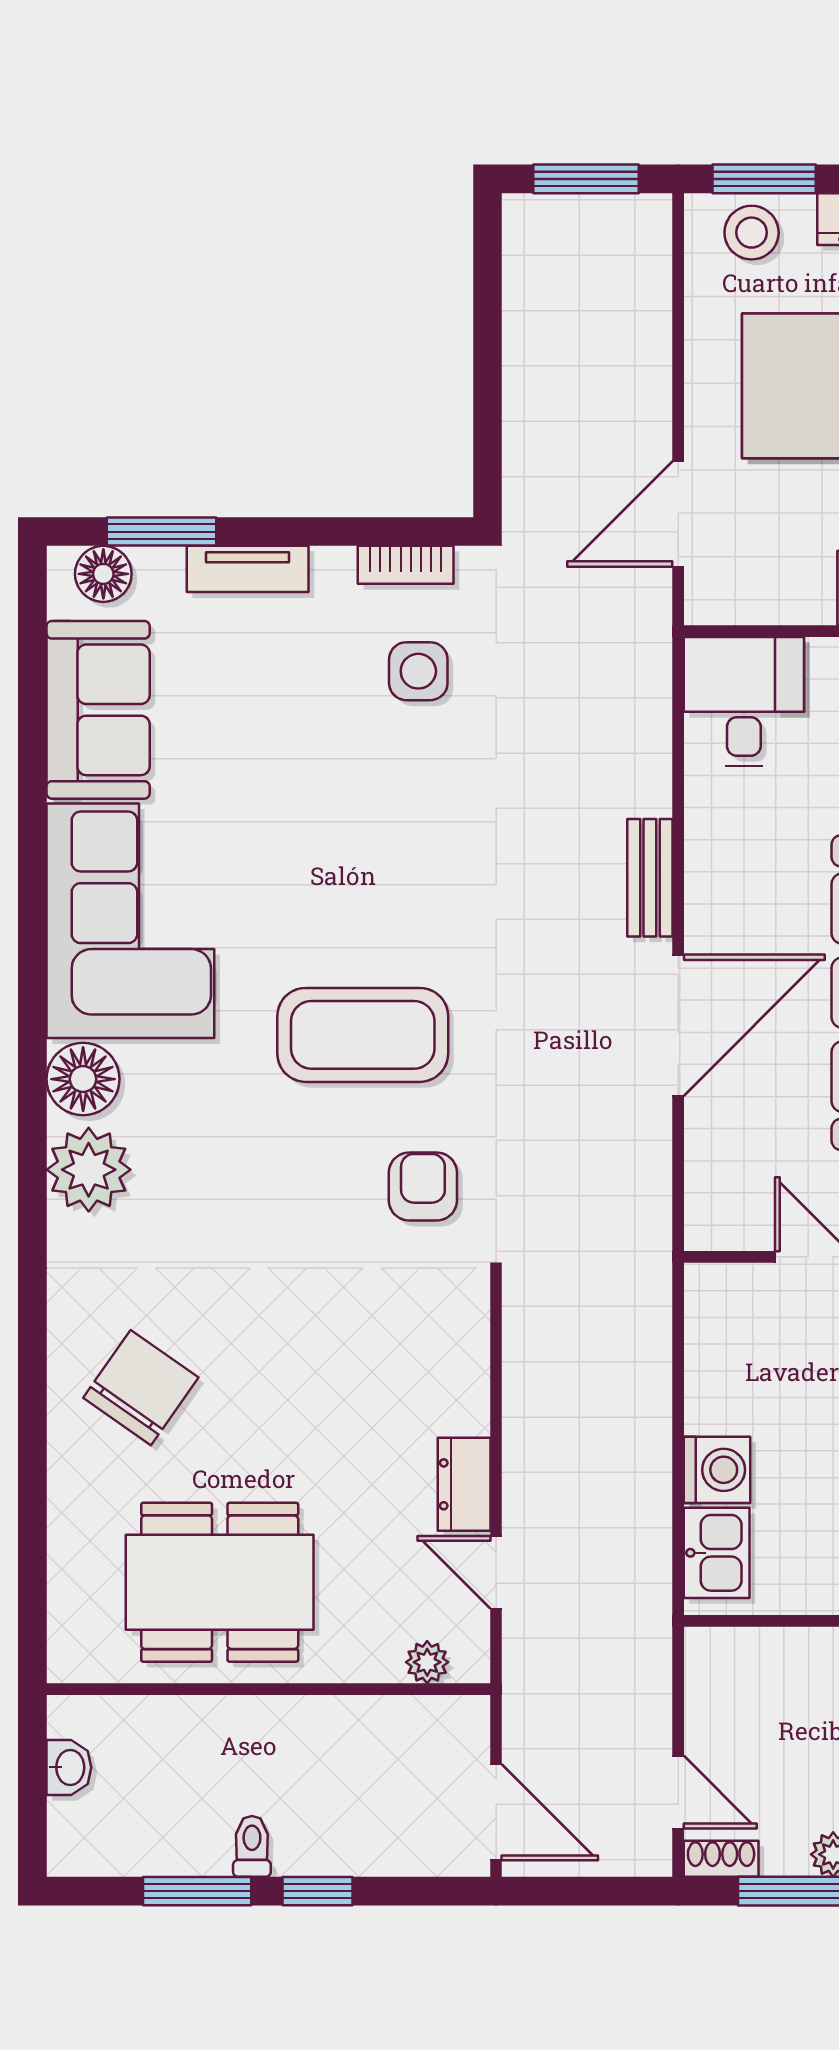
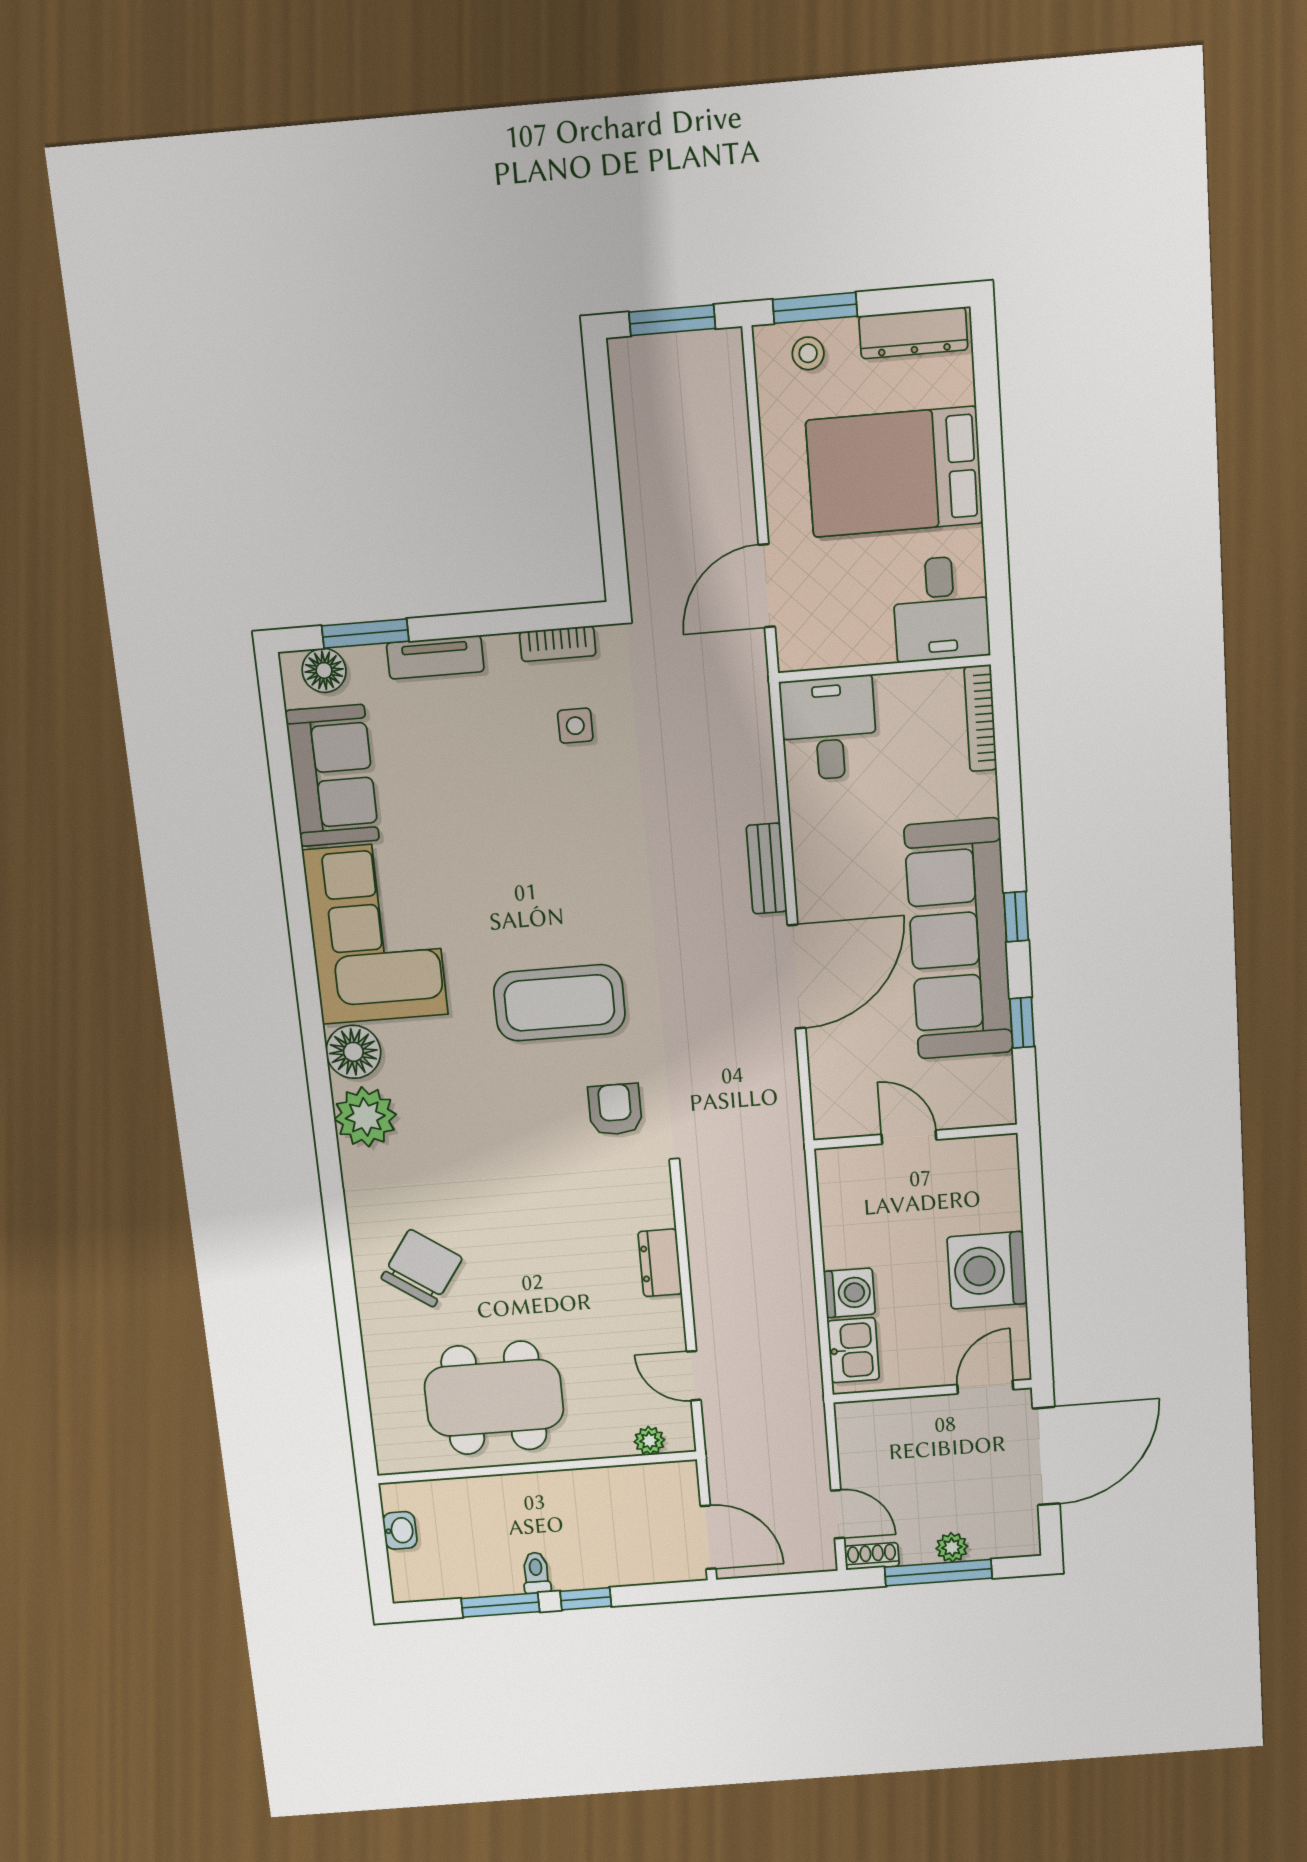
stool: (752, 233) -> (808, 353), width x0.73, depth x0.73
side table: (418, 671) -> (575, 726), width x0.73, depth x0.73
dresser: (464, 1484) -> (660, 1263), moved

